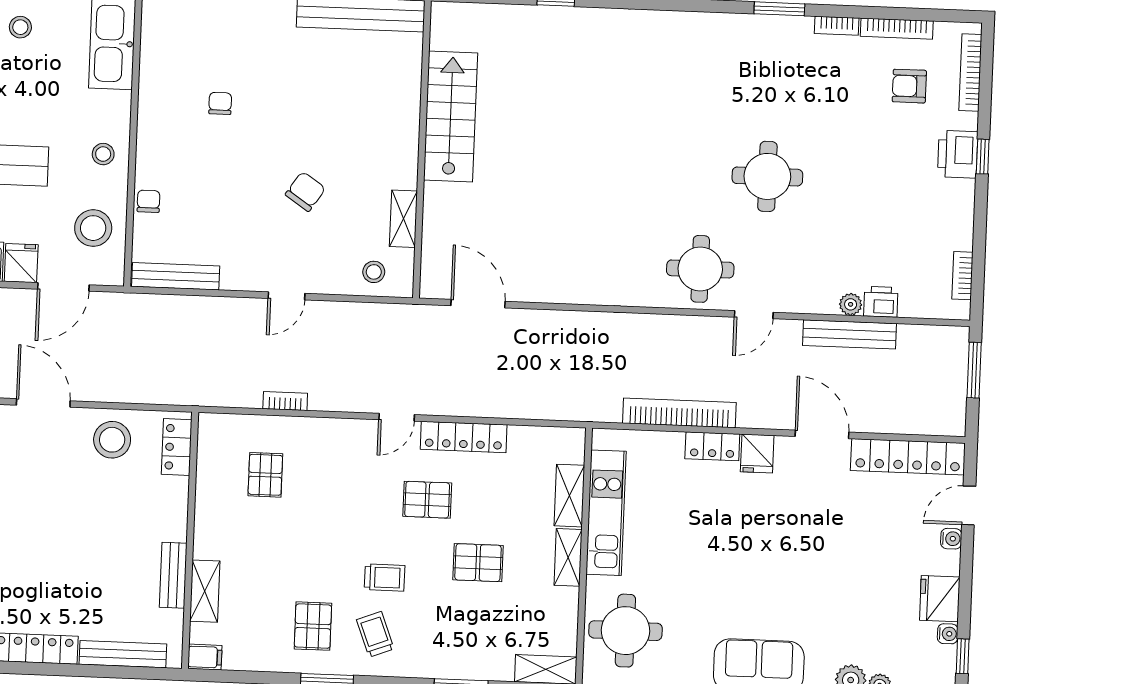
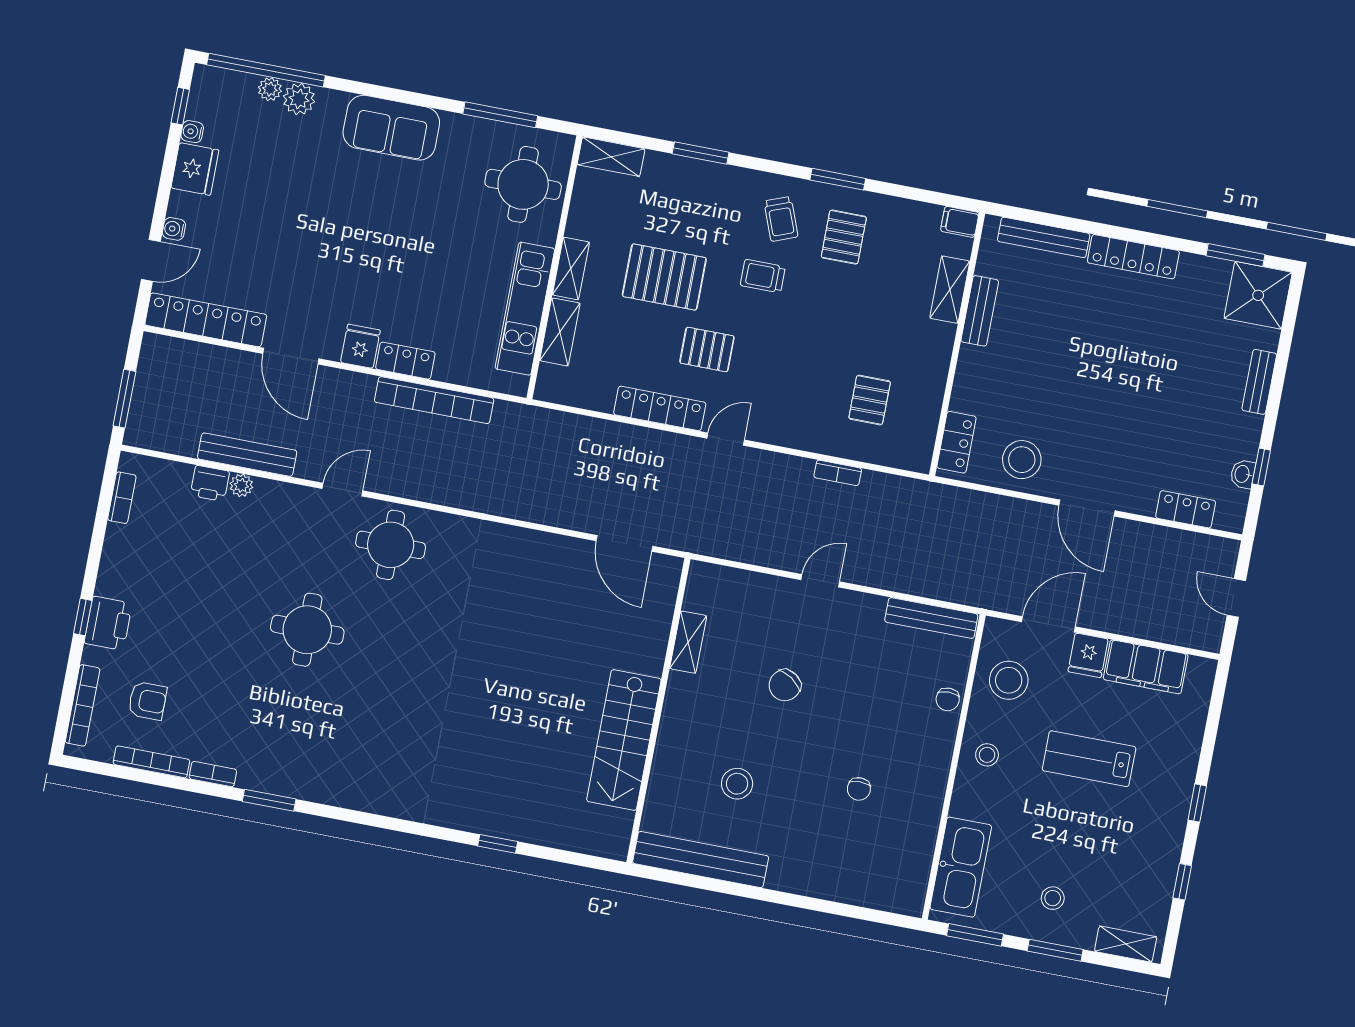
stool: (374, 272) -> (737, 784), moved, width x1.37, depth x1.37
pallet: (478, 563) -> (664, 277), width x1.50, depth x1.42

